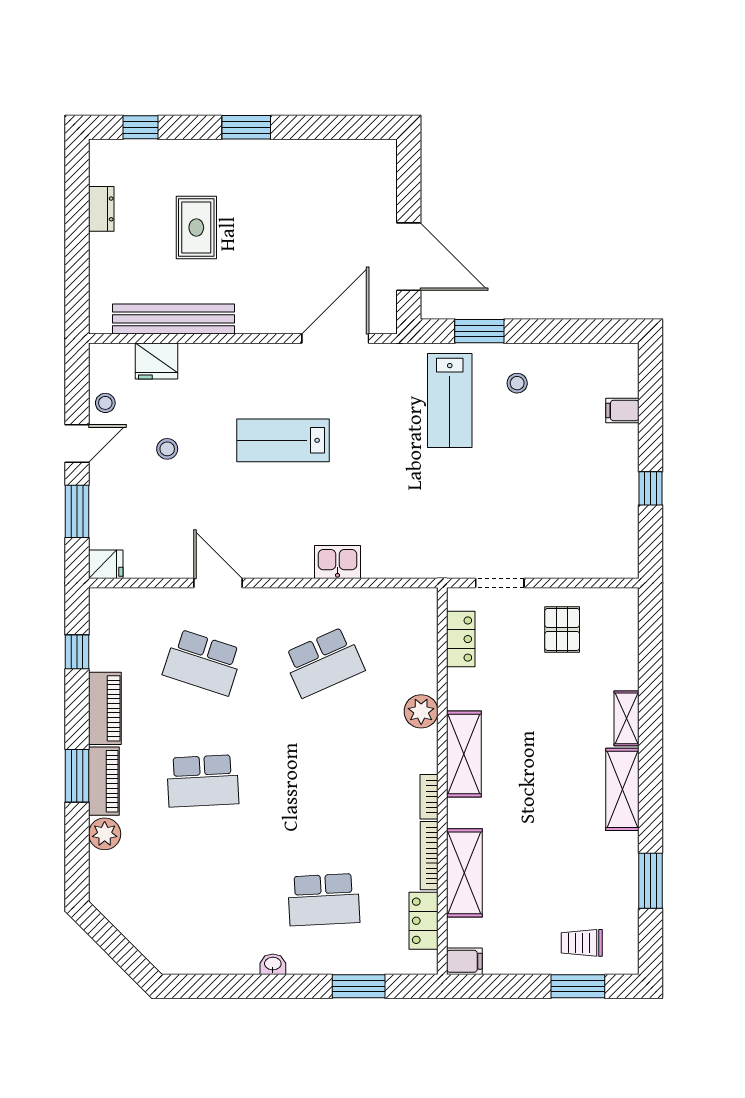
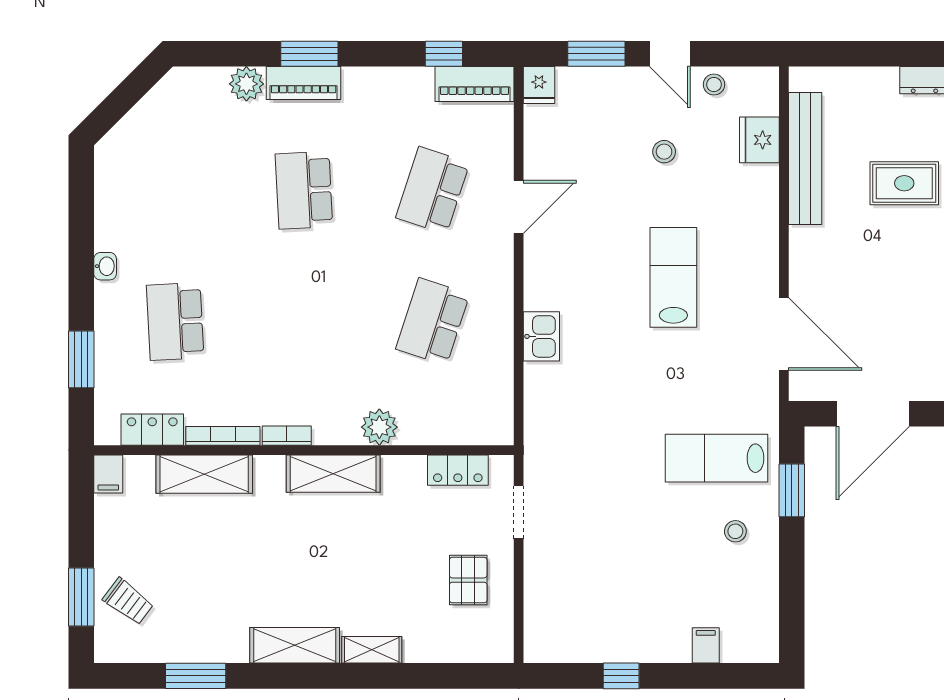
pallet: (562, 629) -> (468, 580), turned 90
school desk: (324, 662) -> (433, 321), turned 42
piano: (105, 708) -> (474, 84), moved
trolley: (582, 943) -> (128, 601), turned 127

